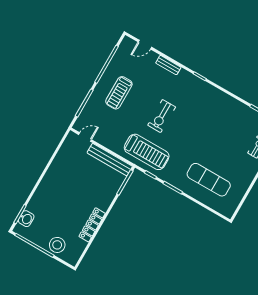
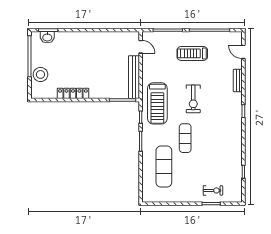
exercise bike: (162, 116) -> (193, 99), turned -90
exercise mat: (194, 145) -> (185, 138), added

